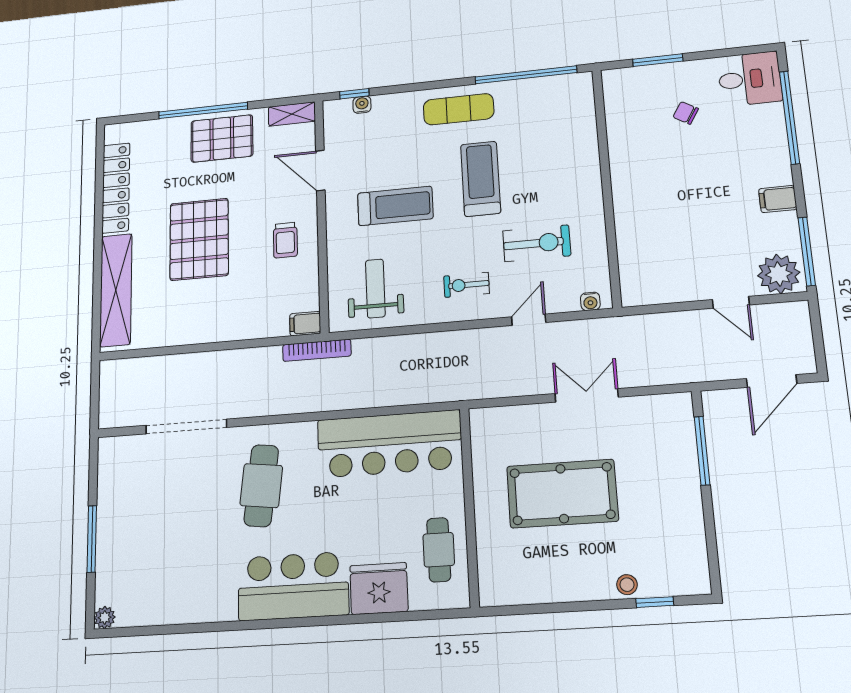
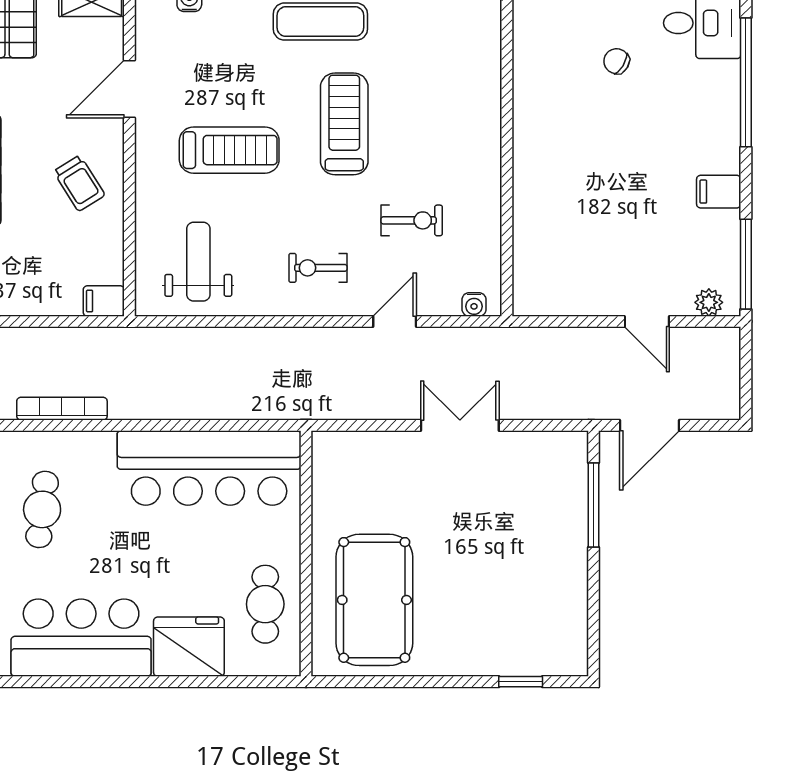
door: (320, 171) -> (129, 89), hinge flipped
trolley: (285, 240) -> (79, 183), turned -32
exercise bike: (537, 243) -> (412, 220), width x0.73, depth x0.72
plant: (779, 274) -> (709, 302), width x0.53, depth x0.53
bookcase: (317, 350) -> (62, 409), moved, turned 180
door: (772, 381) -> (650, 425), moved
cafe table: (261, 486) -> (42, 509), width x0.73, depth x0.74
pool table: (562, 494) -> (374, 600), moved, turned 90
stool: (627, 585) -> (490, 659), removed

